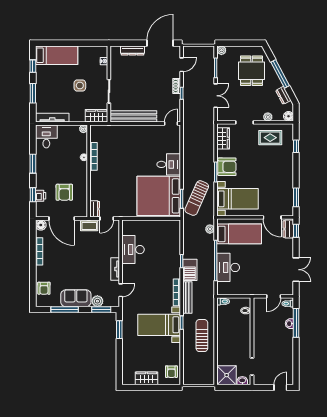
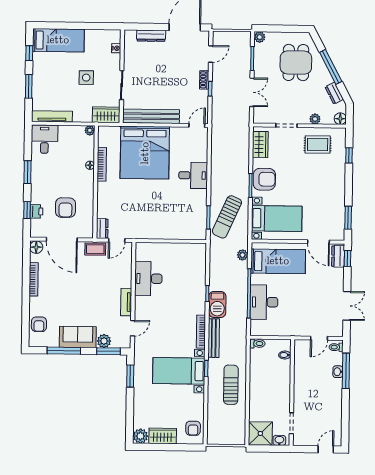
bed: (159, 196) -> (145, 153), moved, turned -90
plant: (128, 379) -> (140, 436), added

